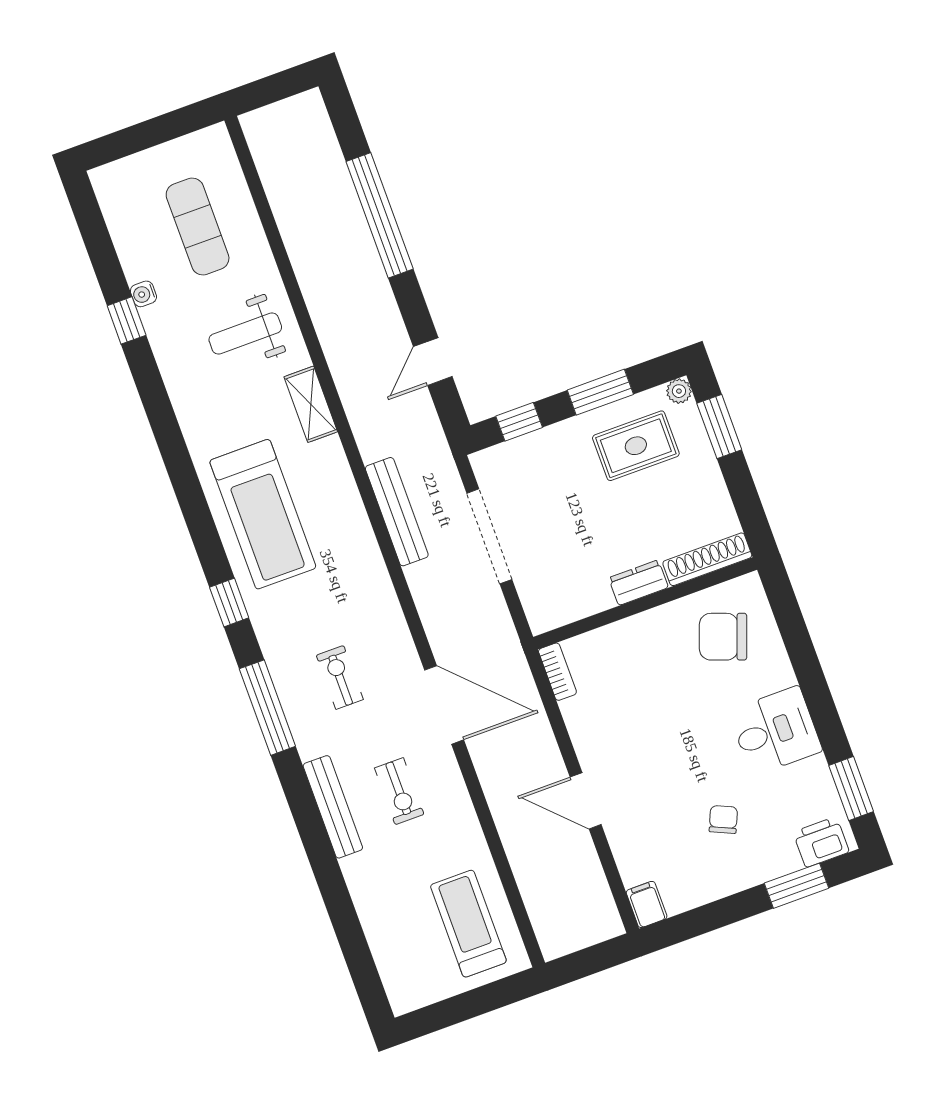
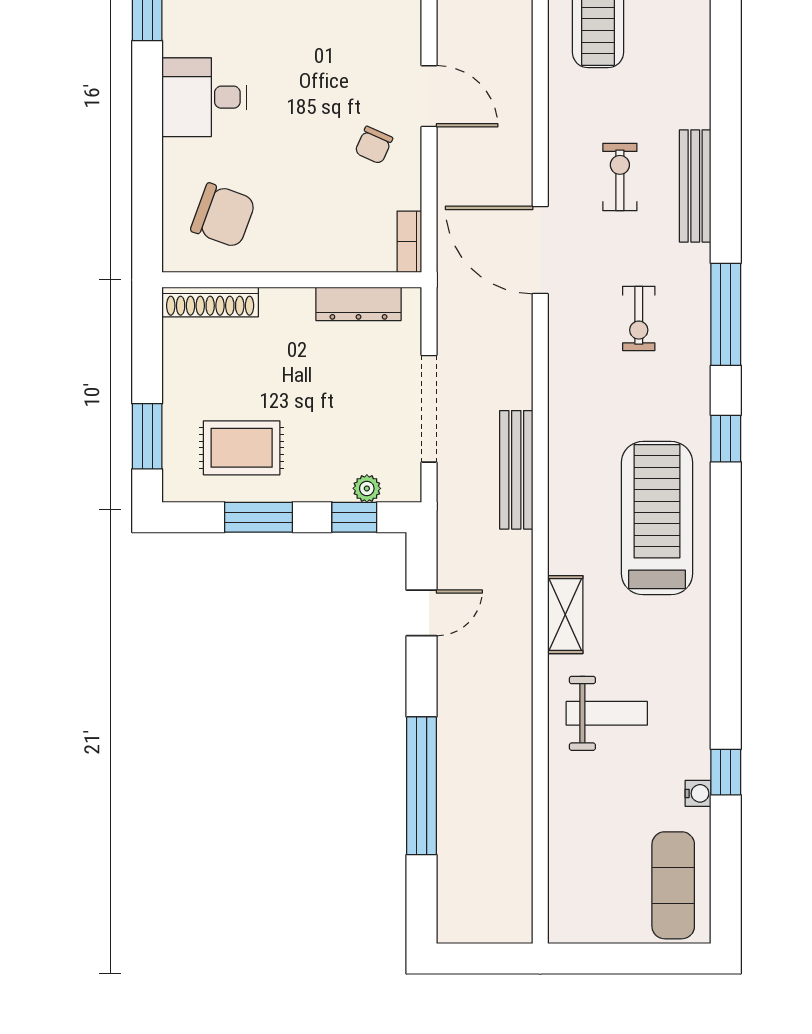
exercise mat: (198, 227) -> (673, 885), moved
plant: (679, 391) -> (367, 488), moved
dresser: (638, 583) -> (359, 304), moved, width x1.44
chair: (723, 819) -> (374, 145), moved

